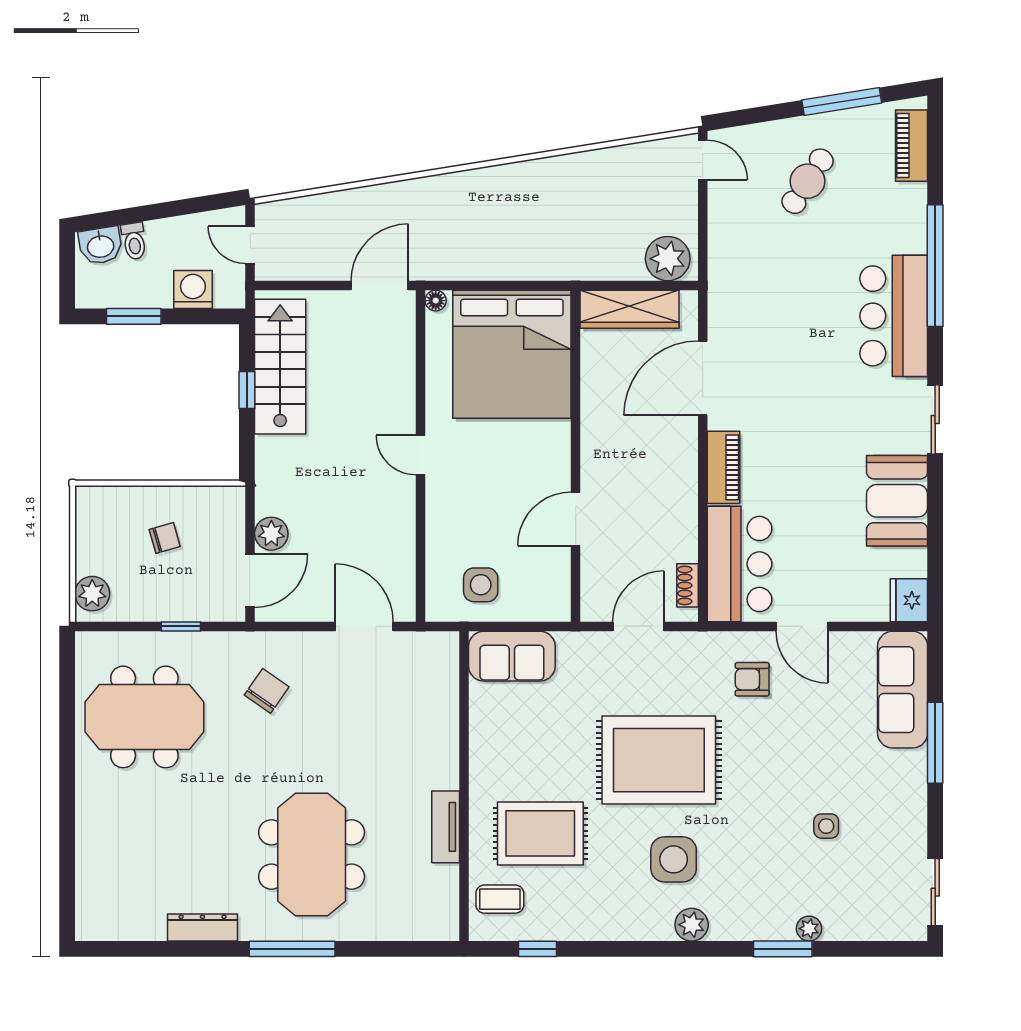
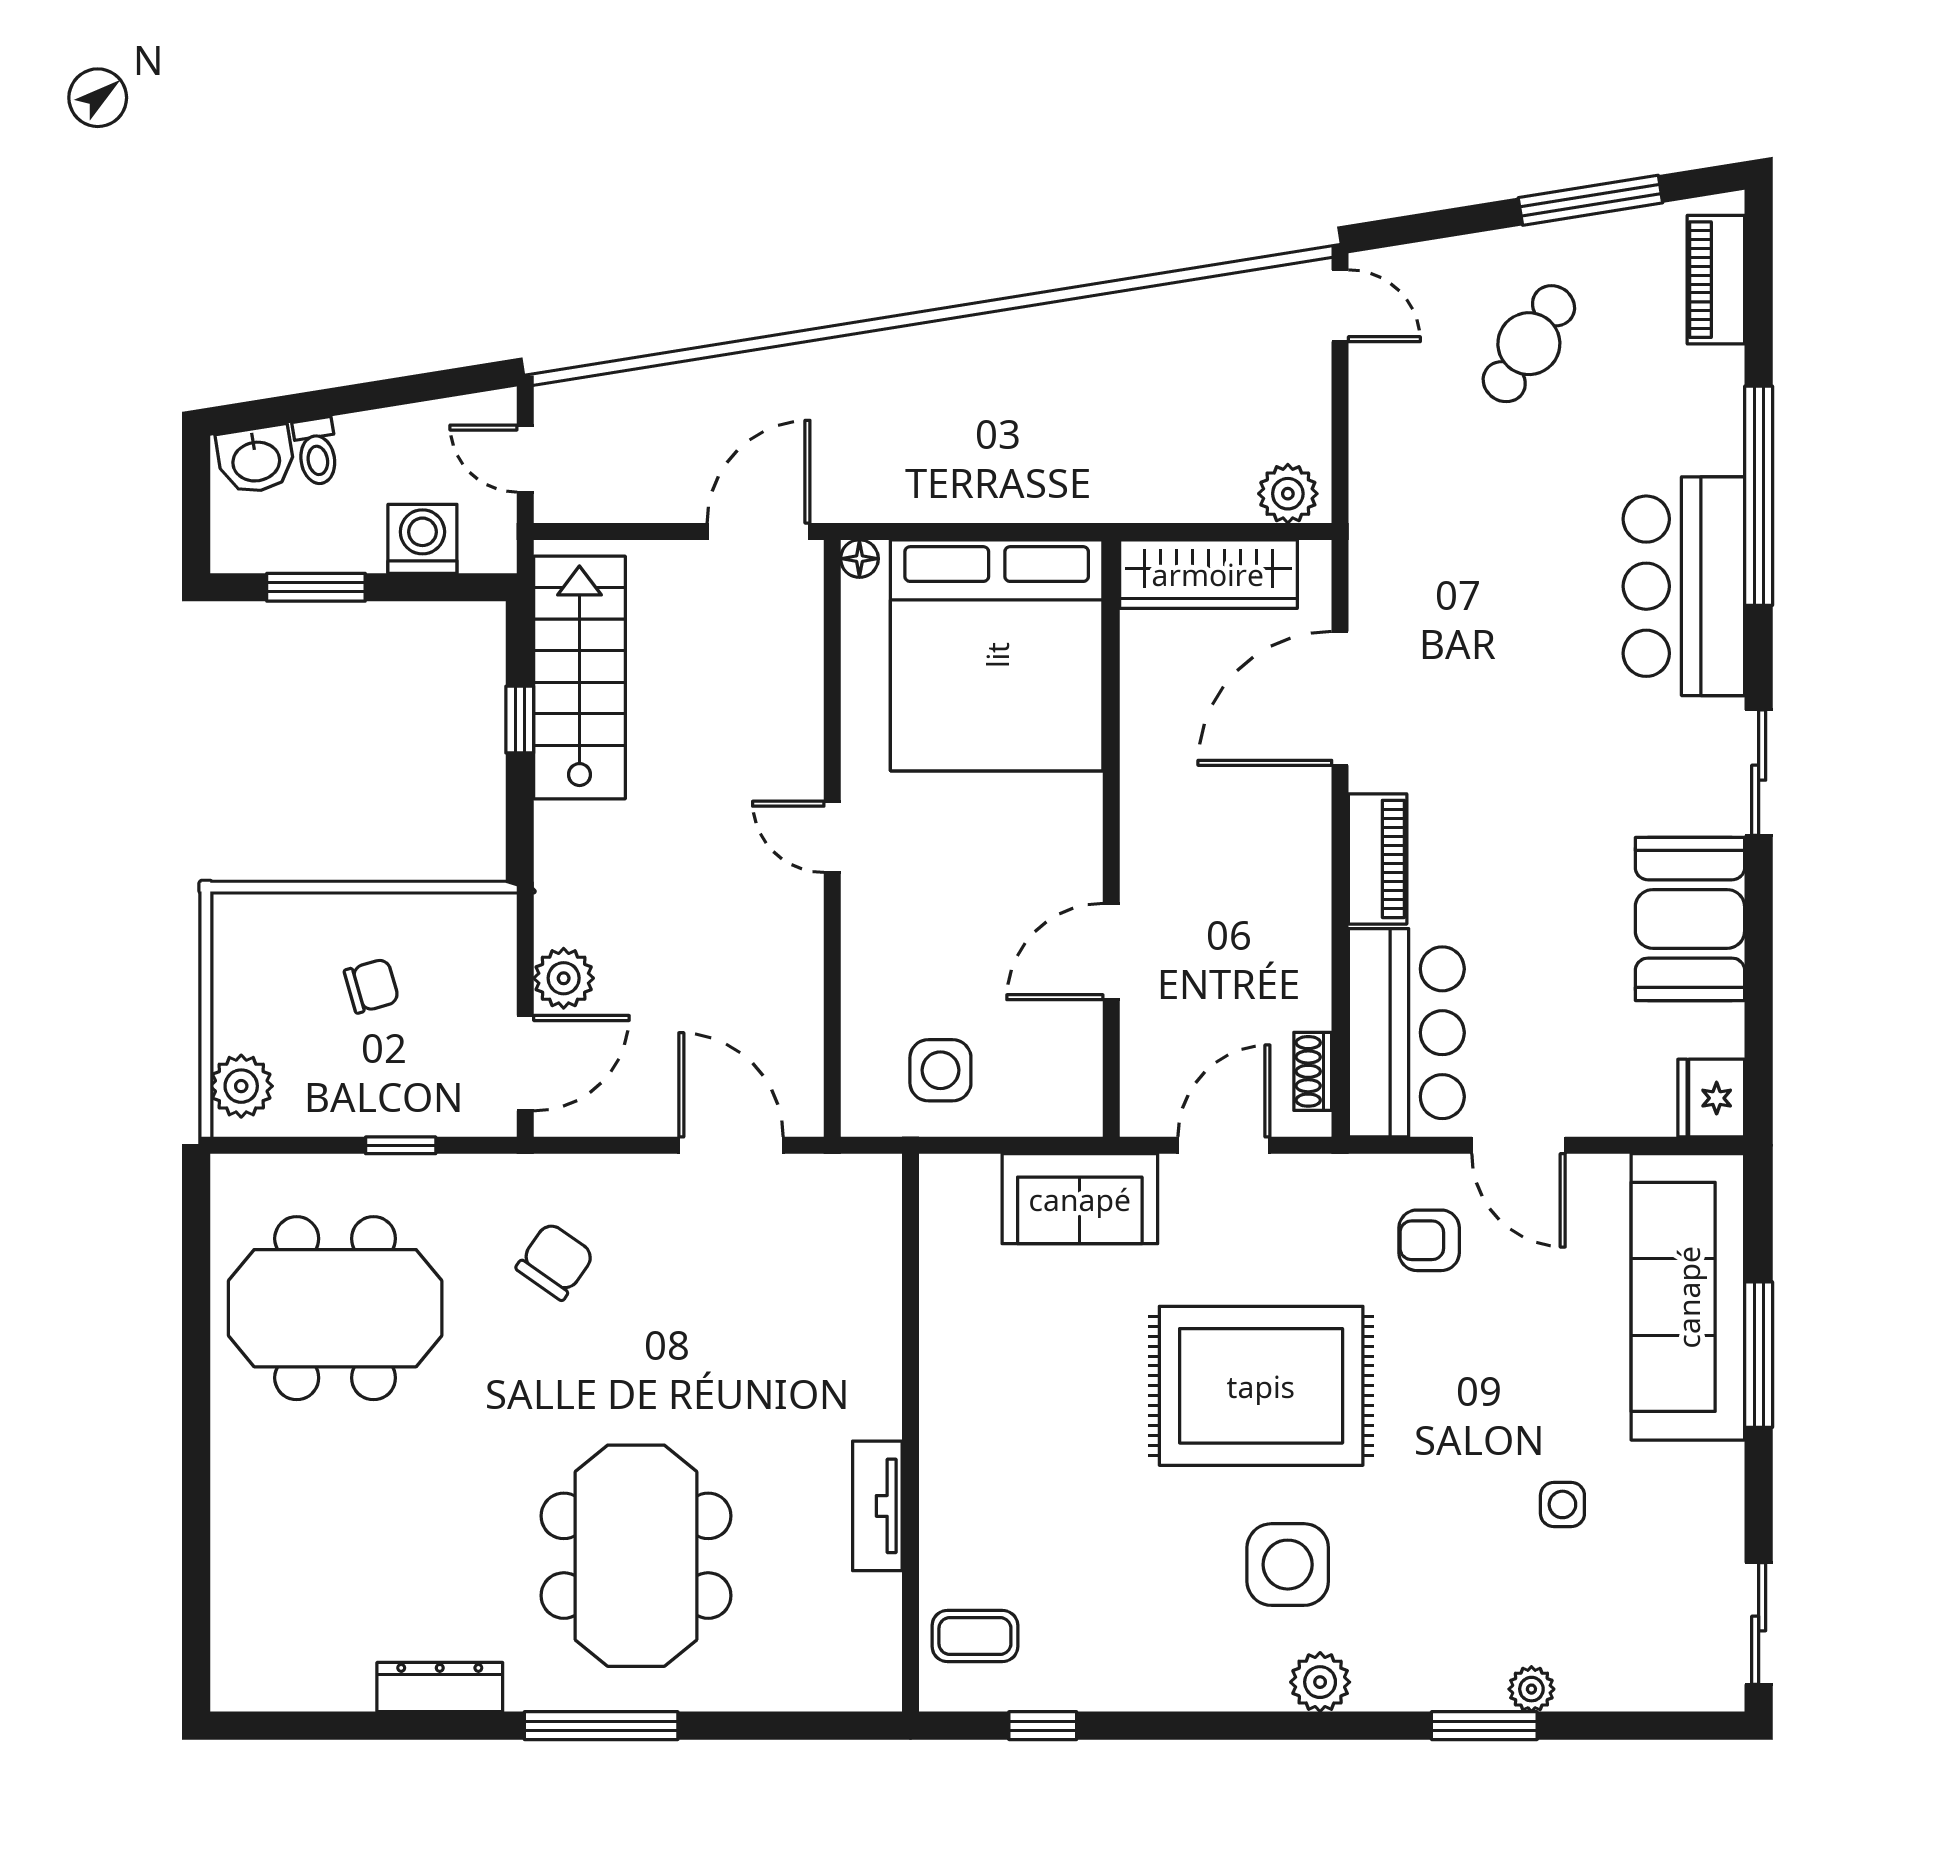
plant: (668, 259) -> (1288, 494), width x0.73, depth x0.73
sofa: (512, 656) -> (1080, 1199), moved
sofa: (903, 690) -> (1688, 1297), width x1.36, depth x1.27
rug: (540, 833) -> (1048, 1518), removed

